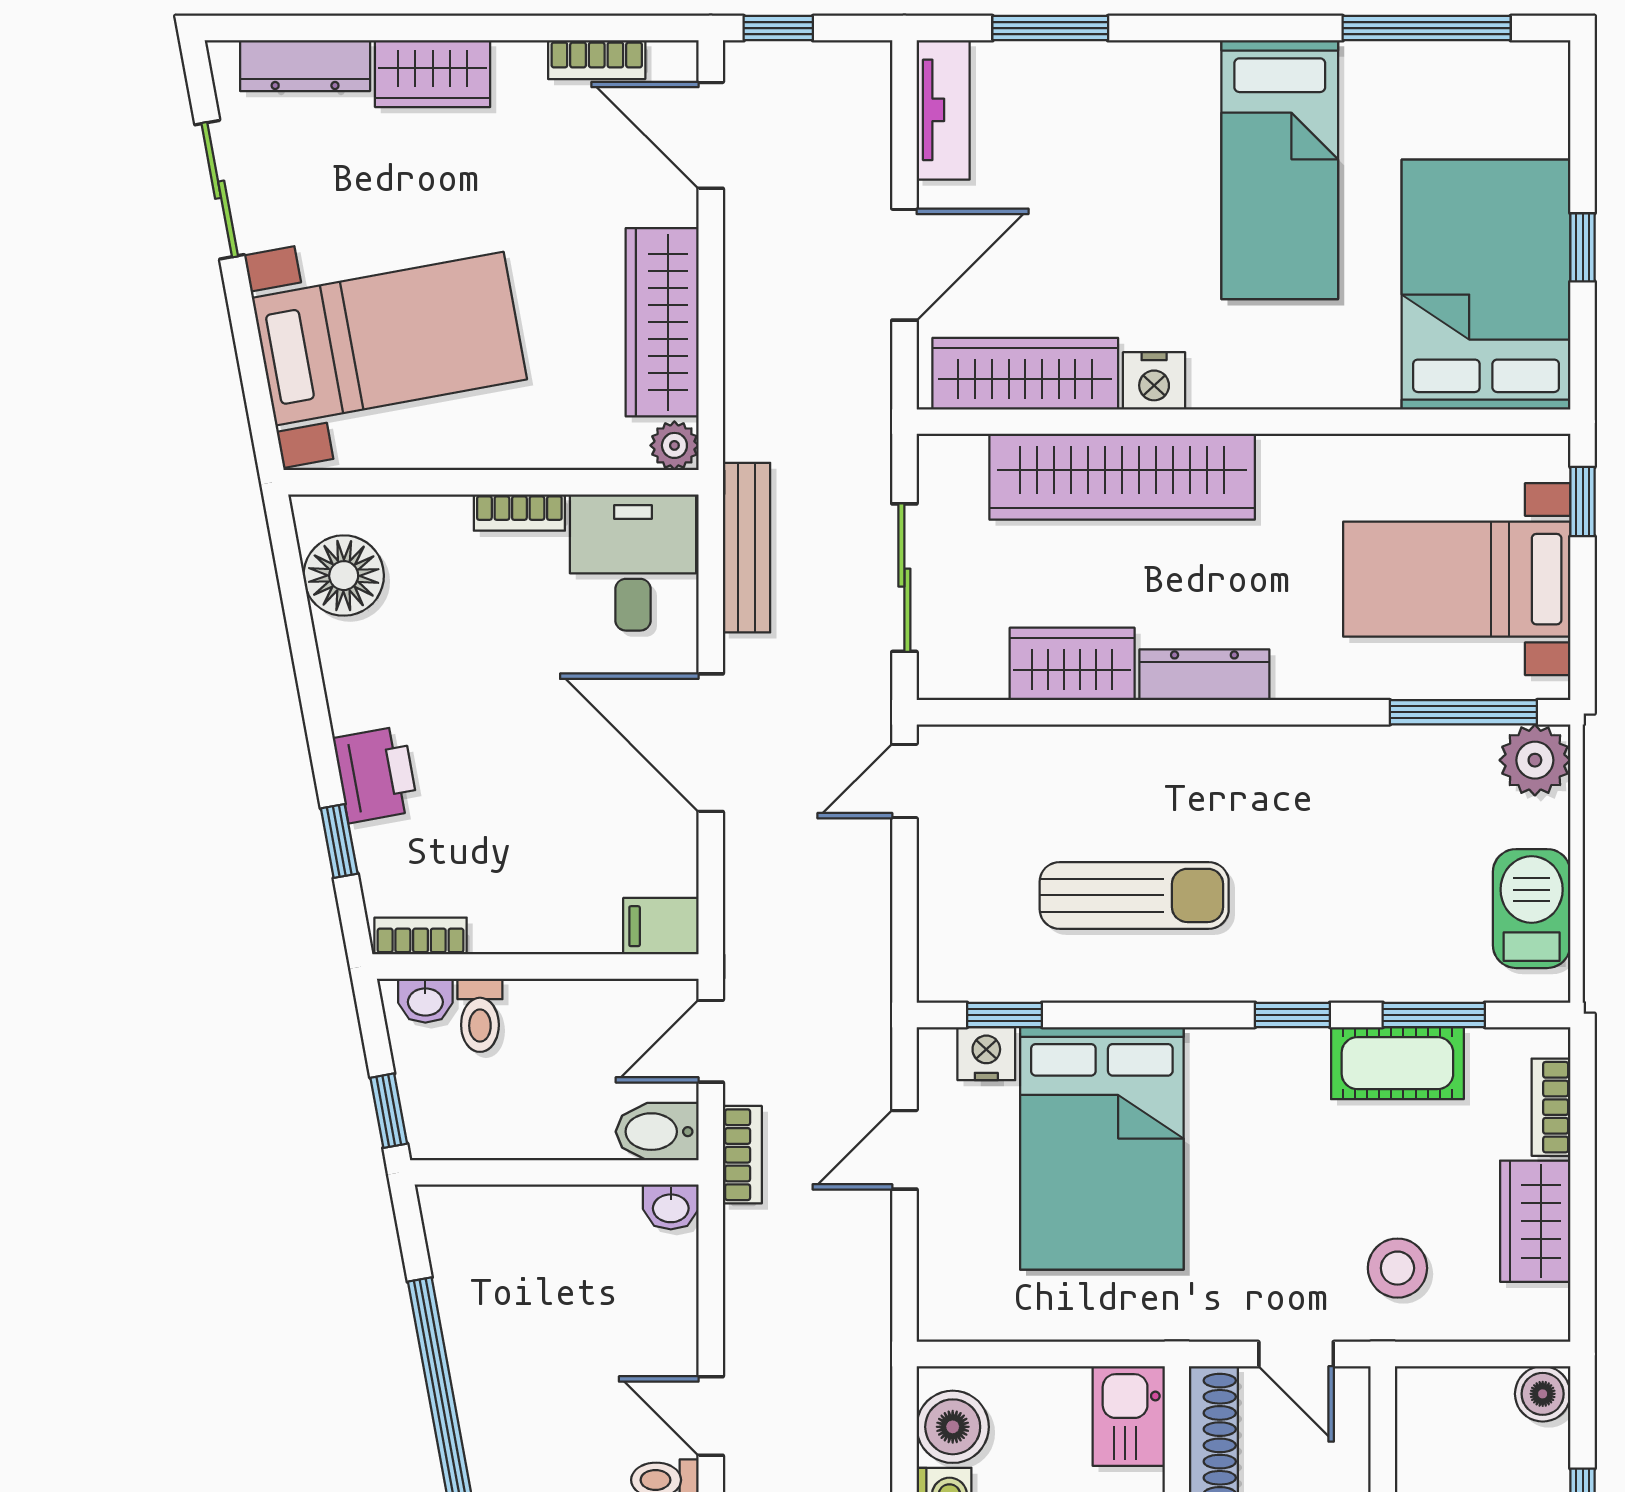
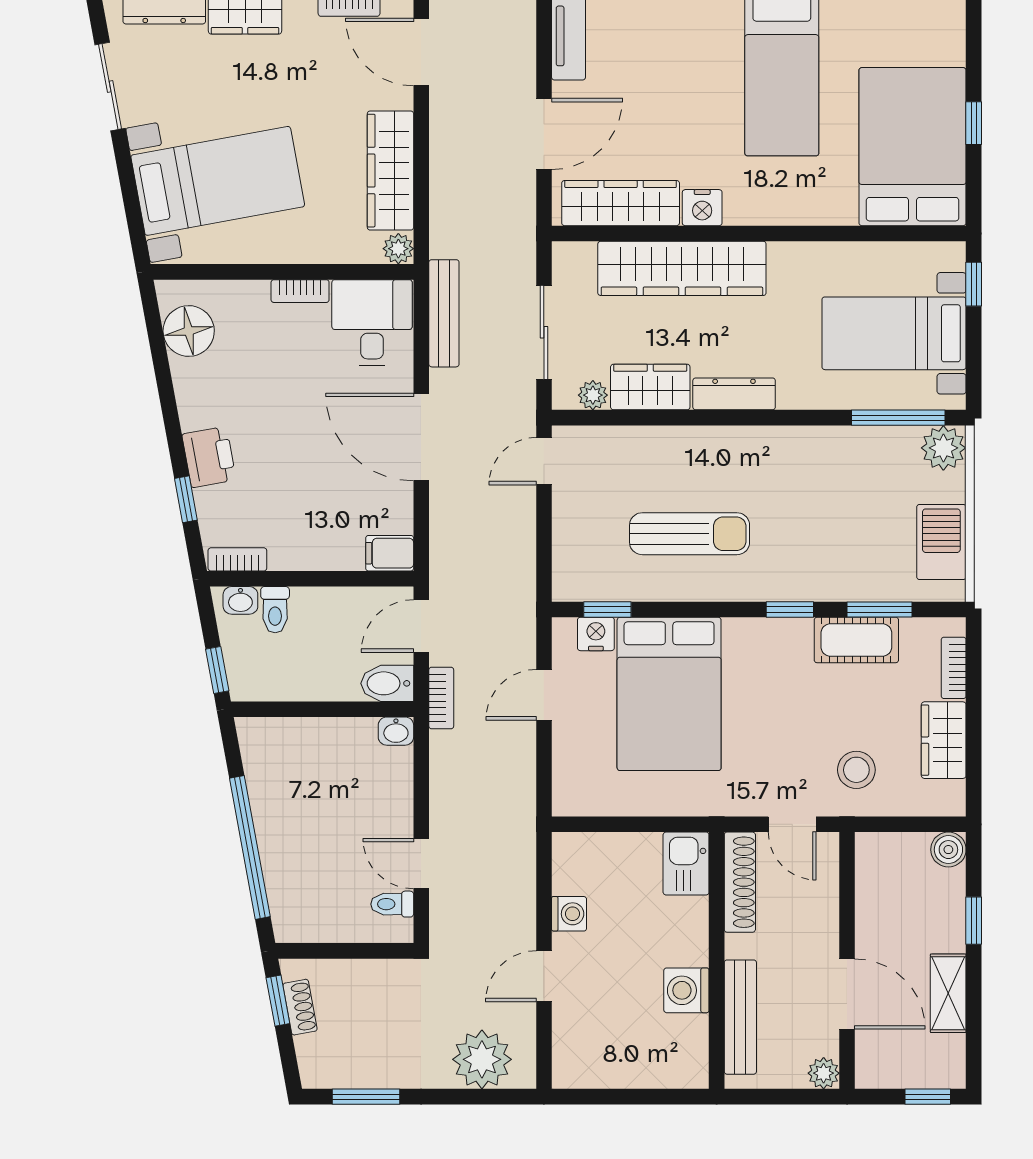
plant: (982, 677) -> (593, 395), added
boiler: (953, 1427) -> (575, 870), removed

